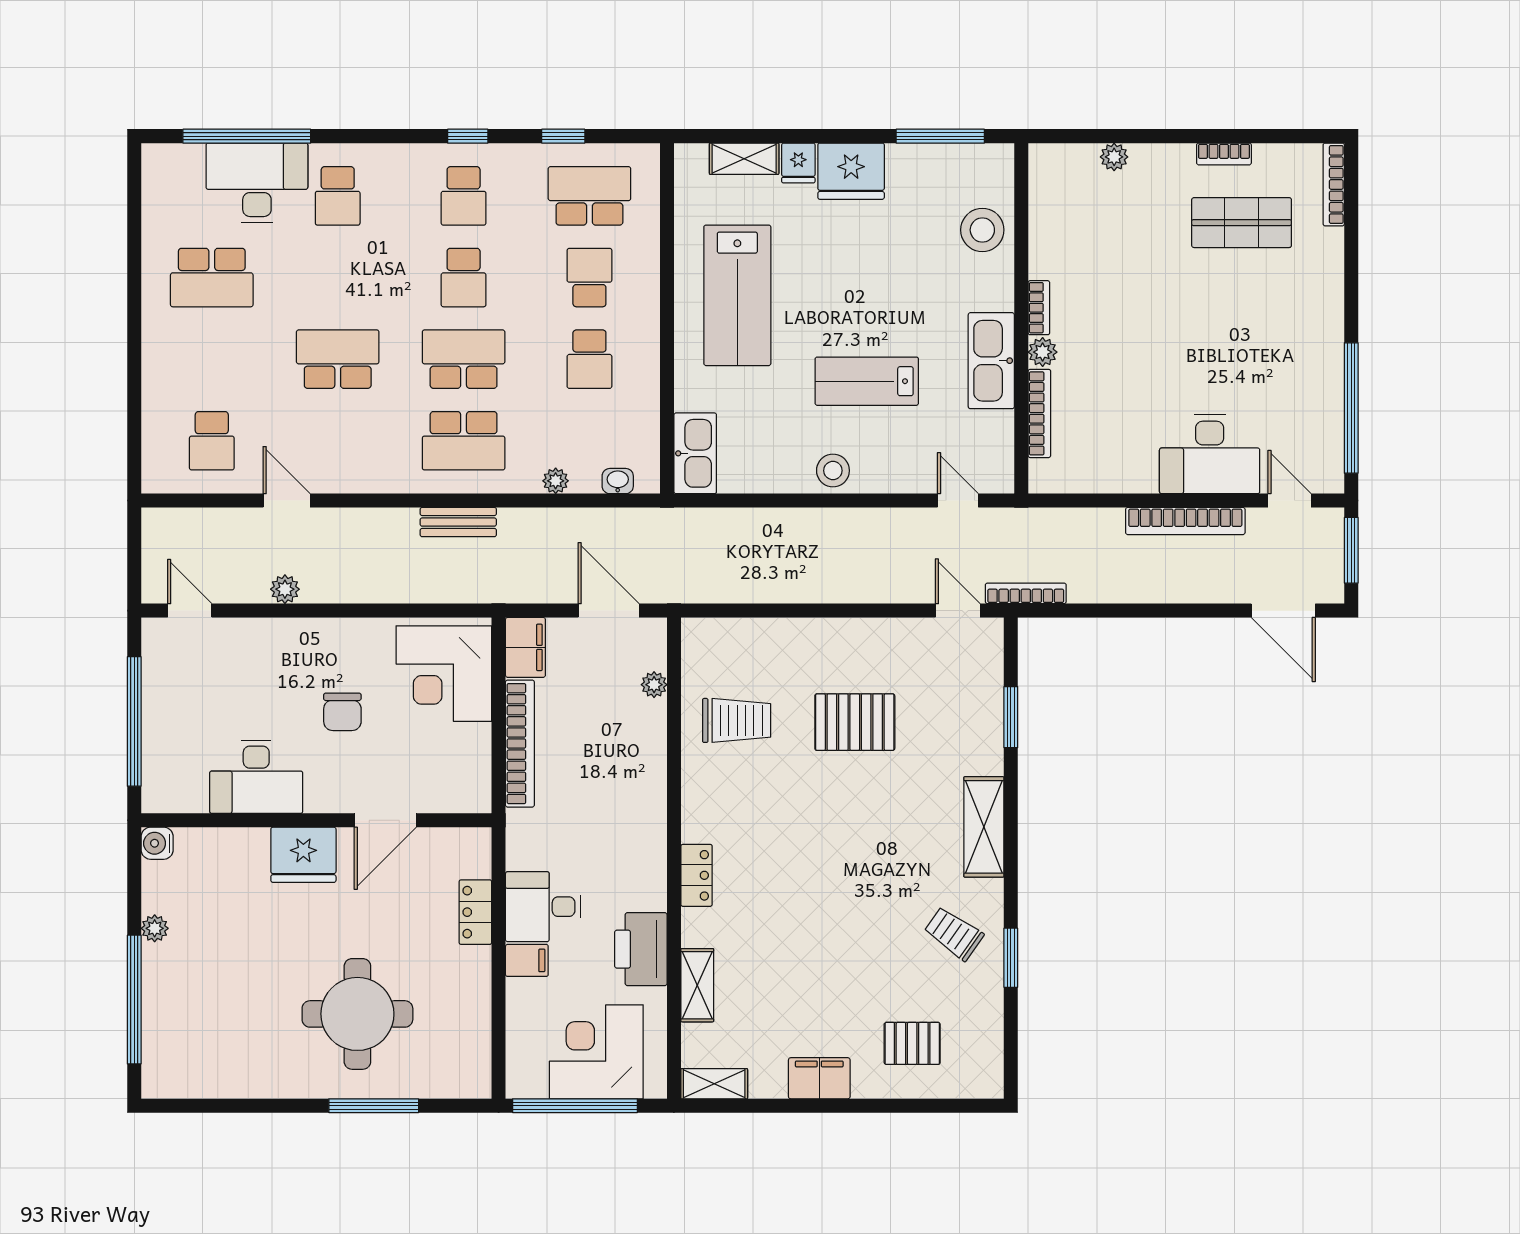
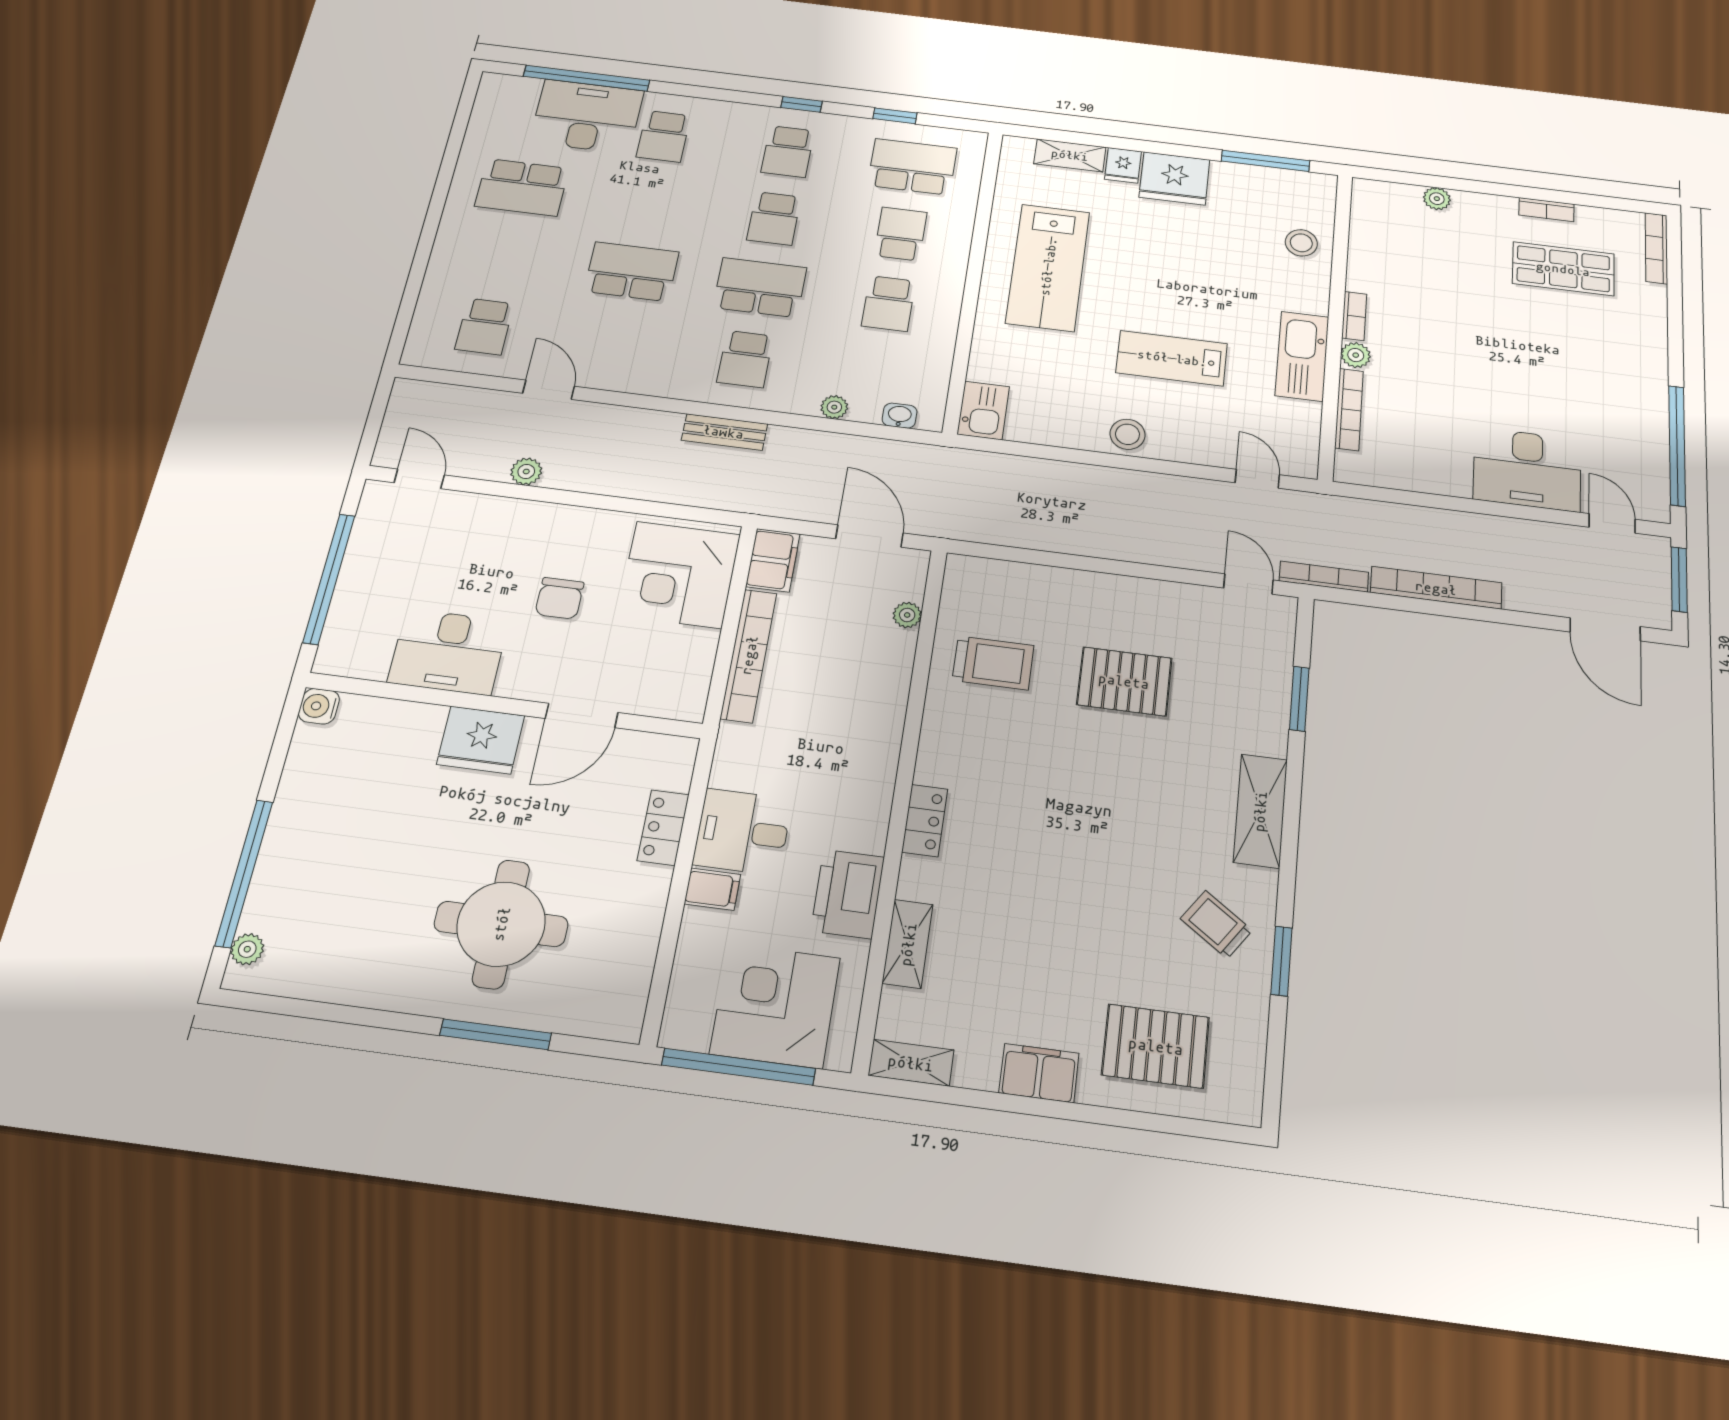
stool: (982, 230) -> (1301, 243), width x0.73, depth x0.73
school desk: (464, 441) -> (745, 359), width x0.54
kitchen sink: (695, 453) -> (983, 411), width x0.73
bookcase: (1185, 521) -> (1436, 588), moved, turned 180
plant: (155, 928) -> (247, 949), moved
pallet: (912, 1043) -> (1156, 1046), width x1.50, depth x1.42

